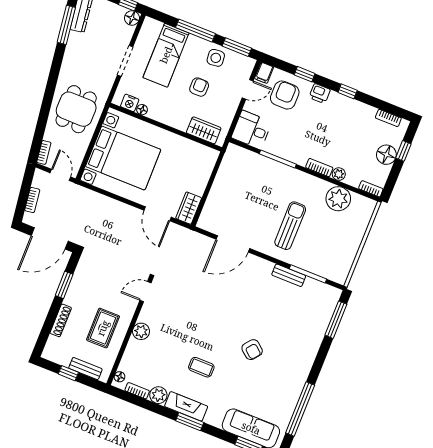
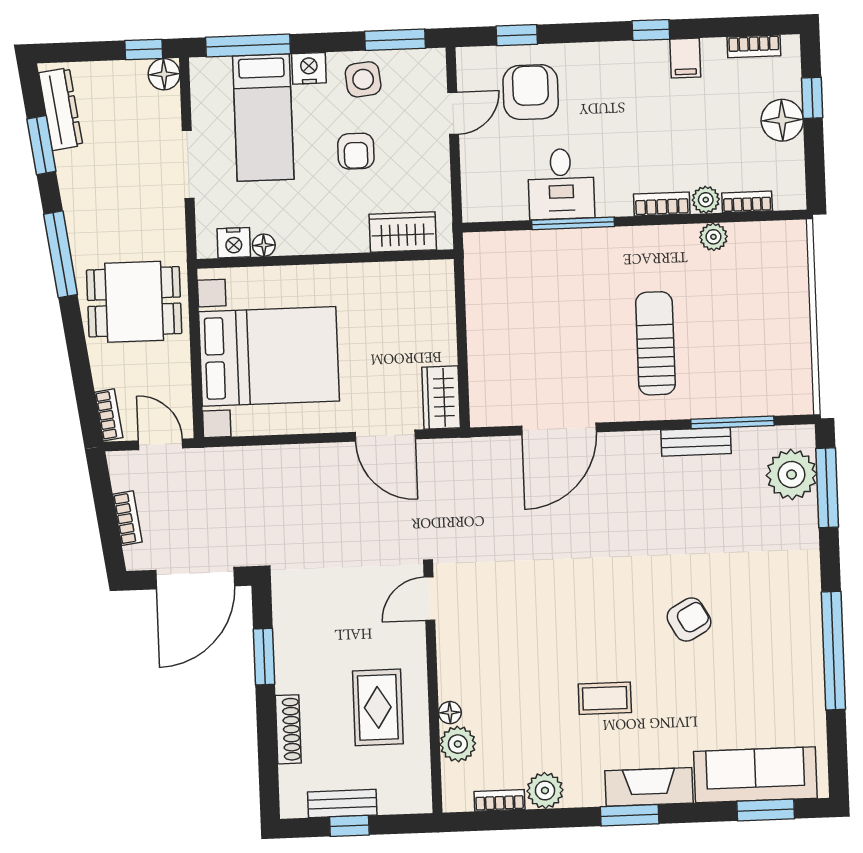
window: (66, 25) -> (41, 145), width x0.69
window: (196, 31) -> (248, 45), moved
nightstand: (195, 43) -> (309, 68), added
filing cabinet: (264, 73) -> (685, 58), moved
window: (305, 74) -> (517, 35), moved
window: (54, 75) -> (61, 254), added
armchair: (199, 87) -> (356, 151), turned 180
printer: (320, 94) -> (598, 59), removed
dining table: (76, 109) -> (134, 302), turned 90
desk: (251, 130) -> (561, 184), moved, turned -90
bookcase: (371, 189) -> (747, 202), moved
plant: (338, 199) -> (713, 237), width x0.53, depth x0.53
plant: (323, 307) -> (792, 474), added
plant: (141, 331) -> (458, 744), moved
armchair: (252, 350) -> (689, 620), turned -68
bench: (85, 369) -> (342, 803), moved
floor lamp: (120, 377) -> (450, 713), moved
fireplace: (186, 406) -> (649, 787), moved
window: (300, 409) -> (833, 651), moved

